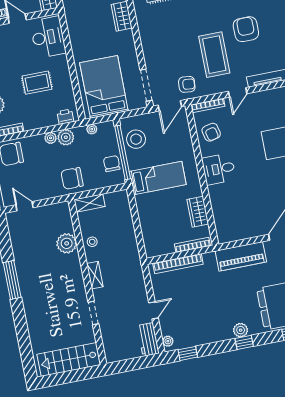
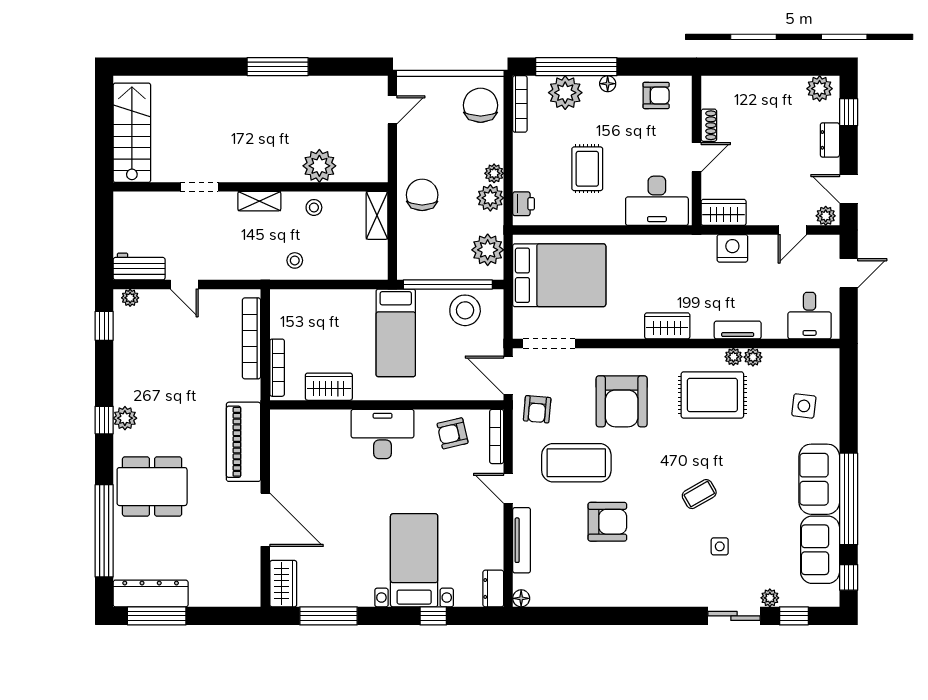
armchair: (172, 35) -> (622, 401), added
plant: (92, 129) -> (488, 250), width x1.88, depth x1.88
chair: (112, 164) -> (433, 263), removed
desk: (219, 169) -> (383, 434), width x1.37
stool: (126, 247) -> (295, 260), added

